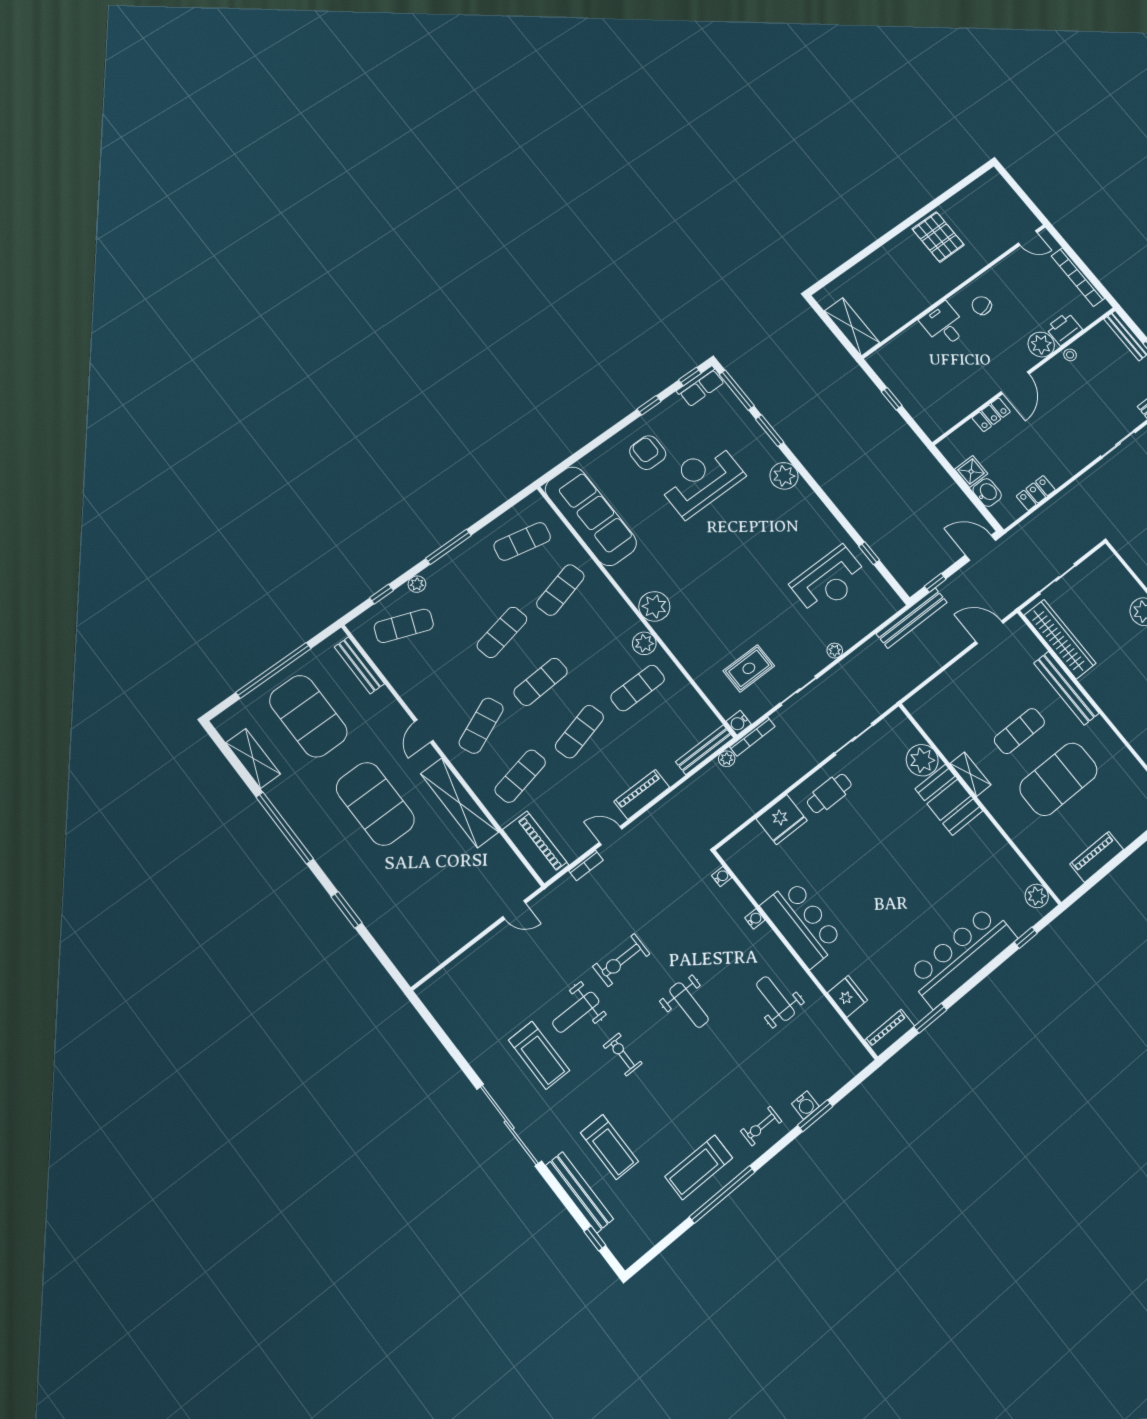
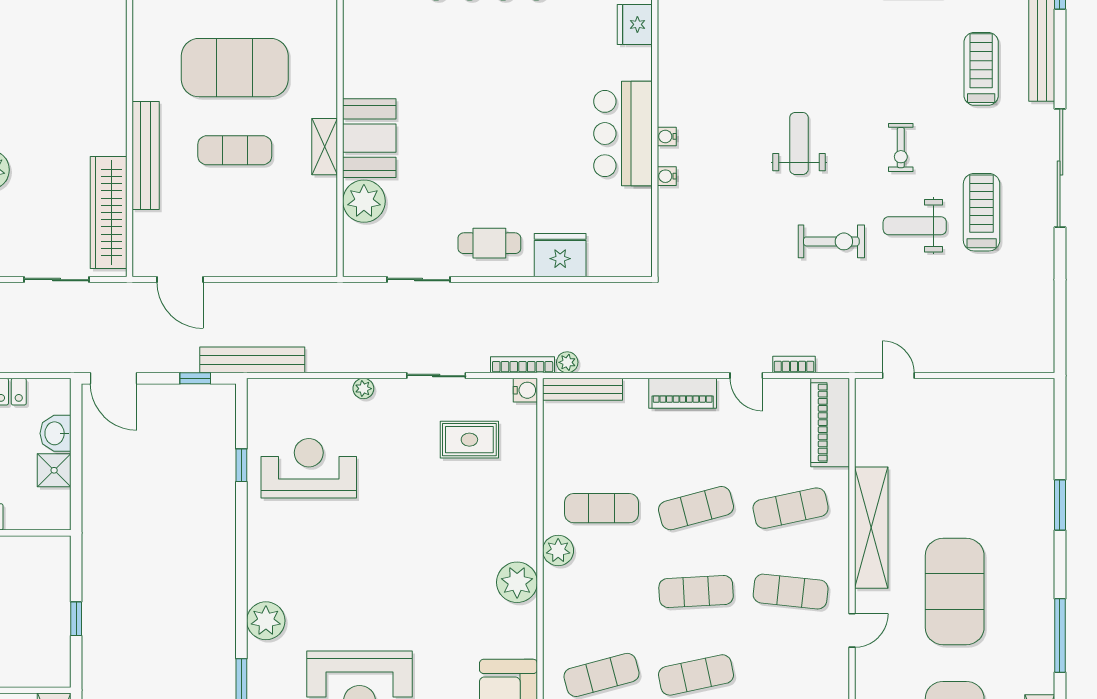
exercise mat: (481, 726) -> (791, 592), turned 30
window: (285, 828) -> (1060, 635), width x0.68
water cooler: (722, 876) -> (667, 136), moved
weight bench: (776, 999) -> (708, 81), removed
weight bench: (576, 1012) -> (915, 226), turned 180

